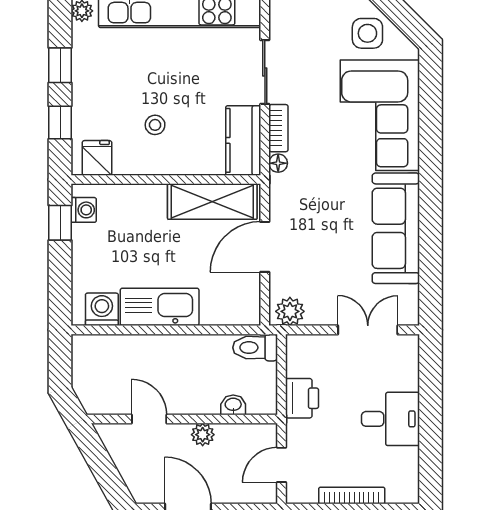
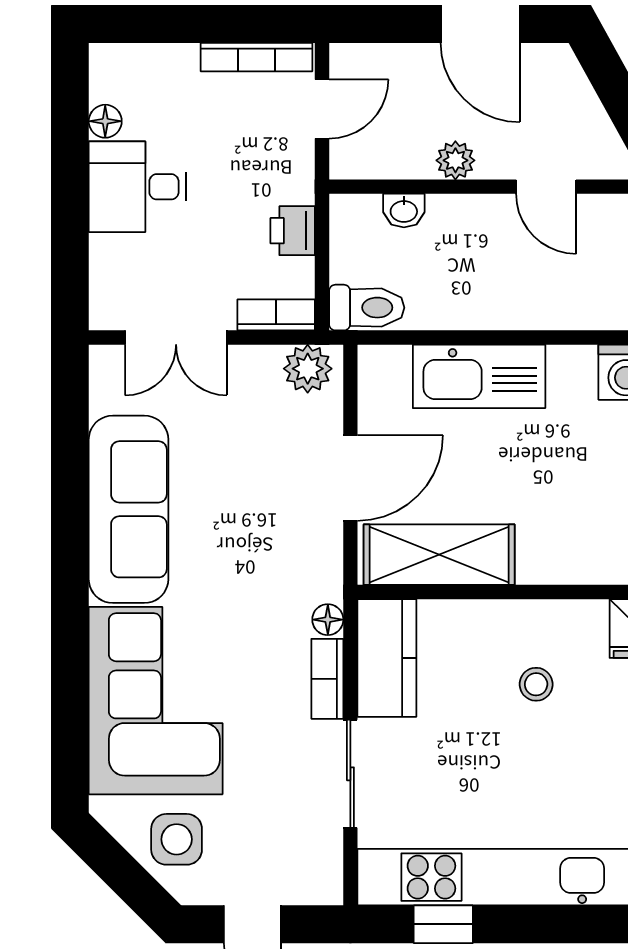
kitchen sink: (160, 307) -> (479, 376), moved
bookcase: (309, 343) -> (276, 315), added
printer: (302, 398) -> (293, 231), width x0.73, depth x0.81
floor lamp: (410, 458) -> (105, 121), added
bookcase: (352, 496) -> (256, 57), moved

